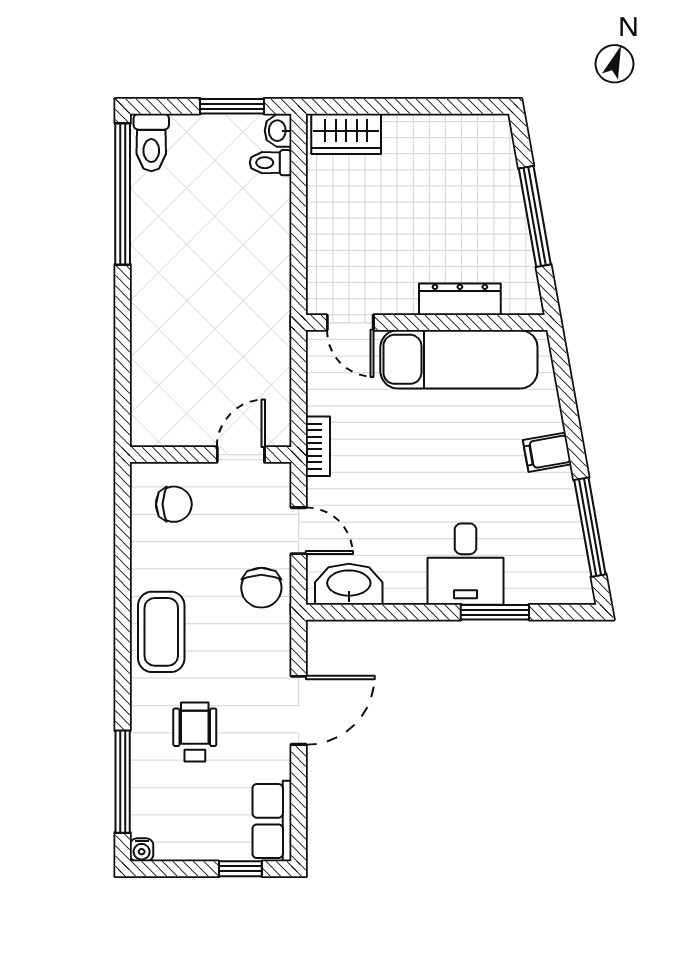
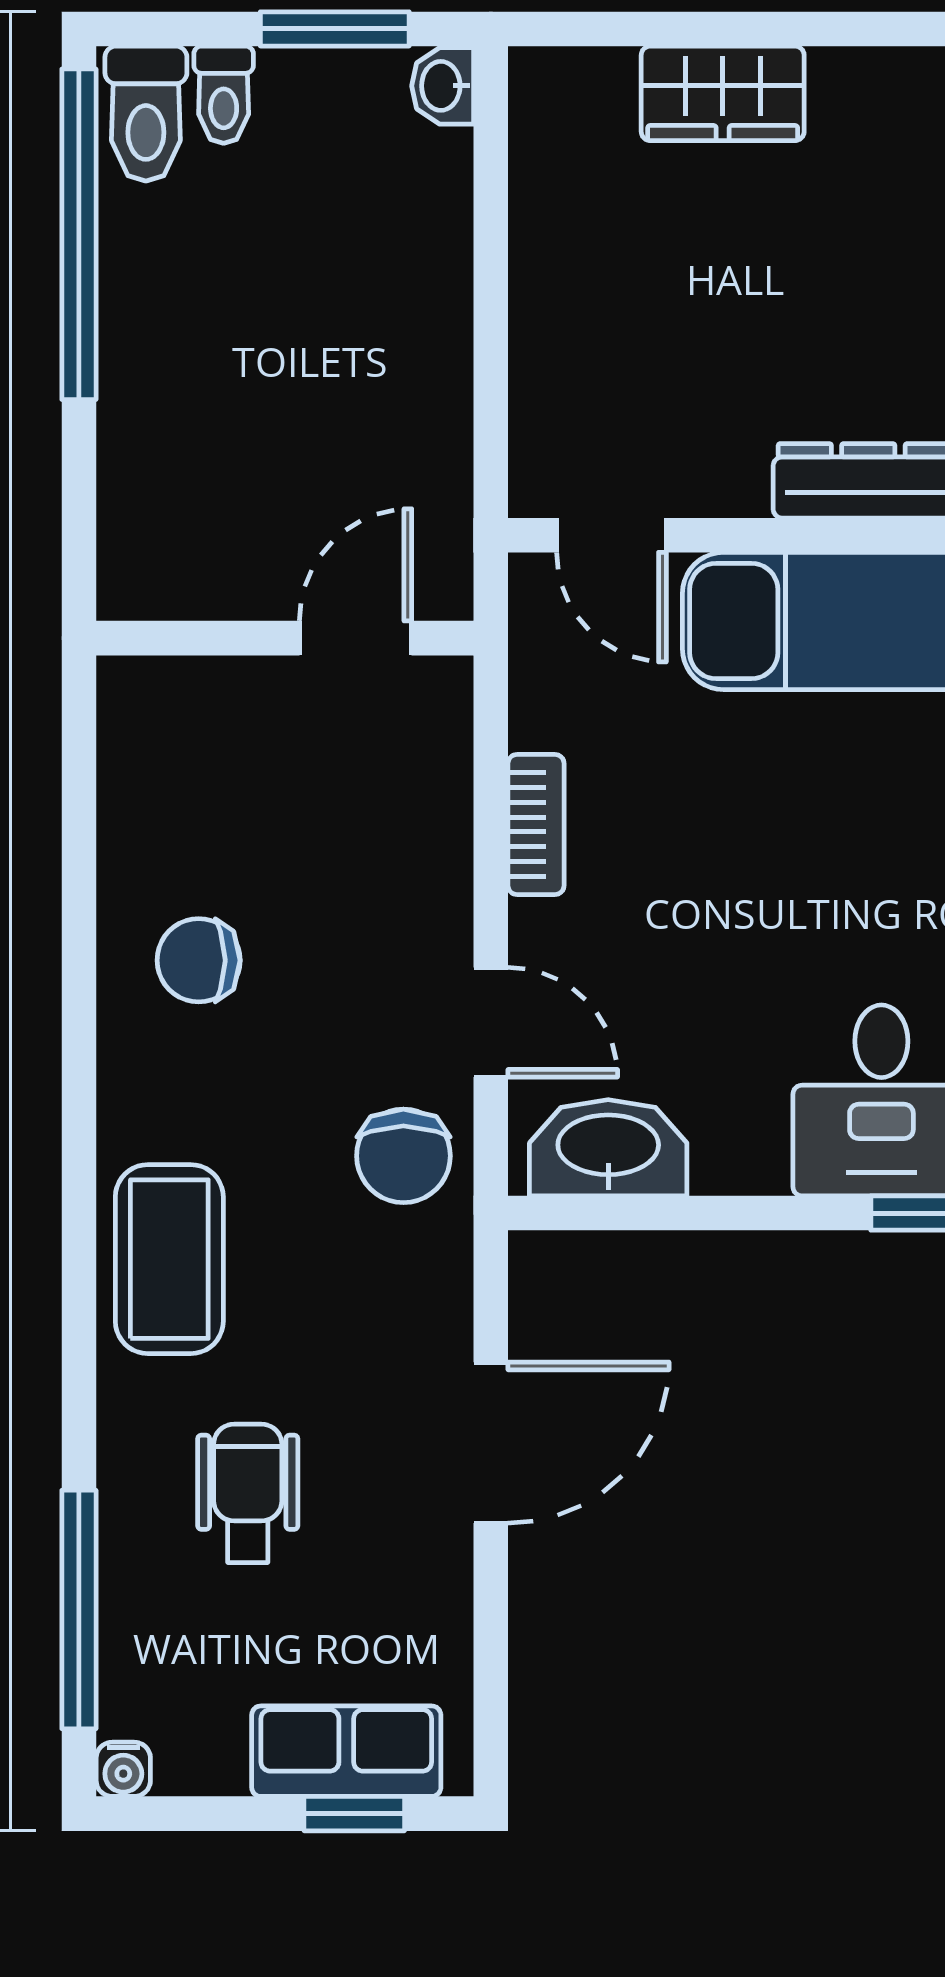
wardrobe: (346, 134) -> (723, 93), moved
toilet: (271, 163) -> (224, 95), moved, turned -90
wall: (211, 455) -> (285, 638), moved
door: (241, 455) -> (356, 638), moved
chair: (174, 504) -> (199, 960), turned 180
row of seats: (272, 821) -> (346, 1751), moved, turned 90

